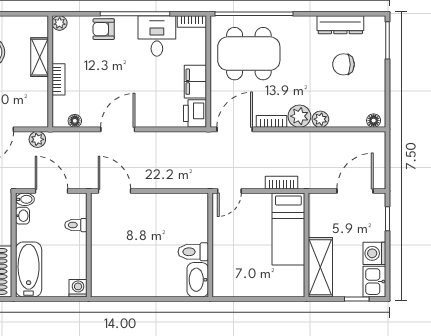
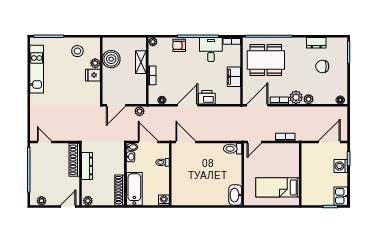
dresser: (340, 25) -> (316, 43), width x0.70
printer: (195, 113) -> (207, 97), moved, turned 90
bed: (288, 229) -> (278, 187), moved, turned 90
toilet: (193, 252) -> (233, 149), moved
washing machine: (374, 253) -> (341, 166), moved
shelving: (320, 267) -> (309, 188), removed

